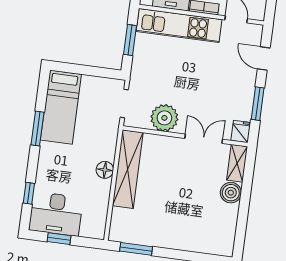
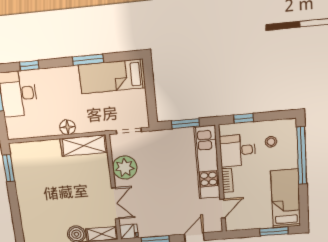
shelving: (128, 169) -> (84, 146), width x0.68

